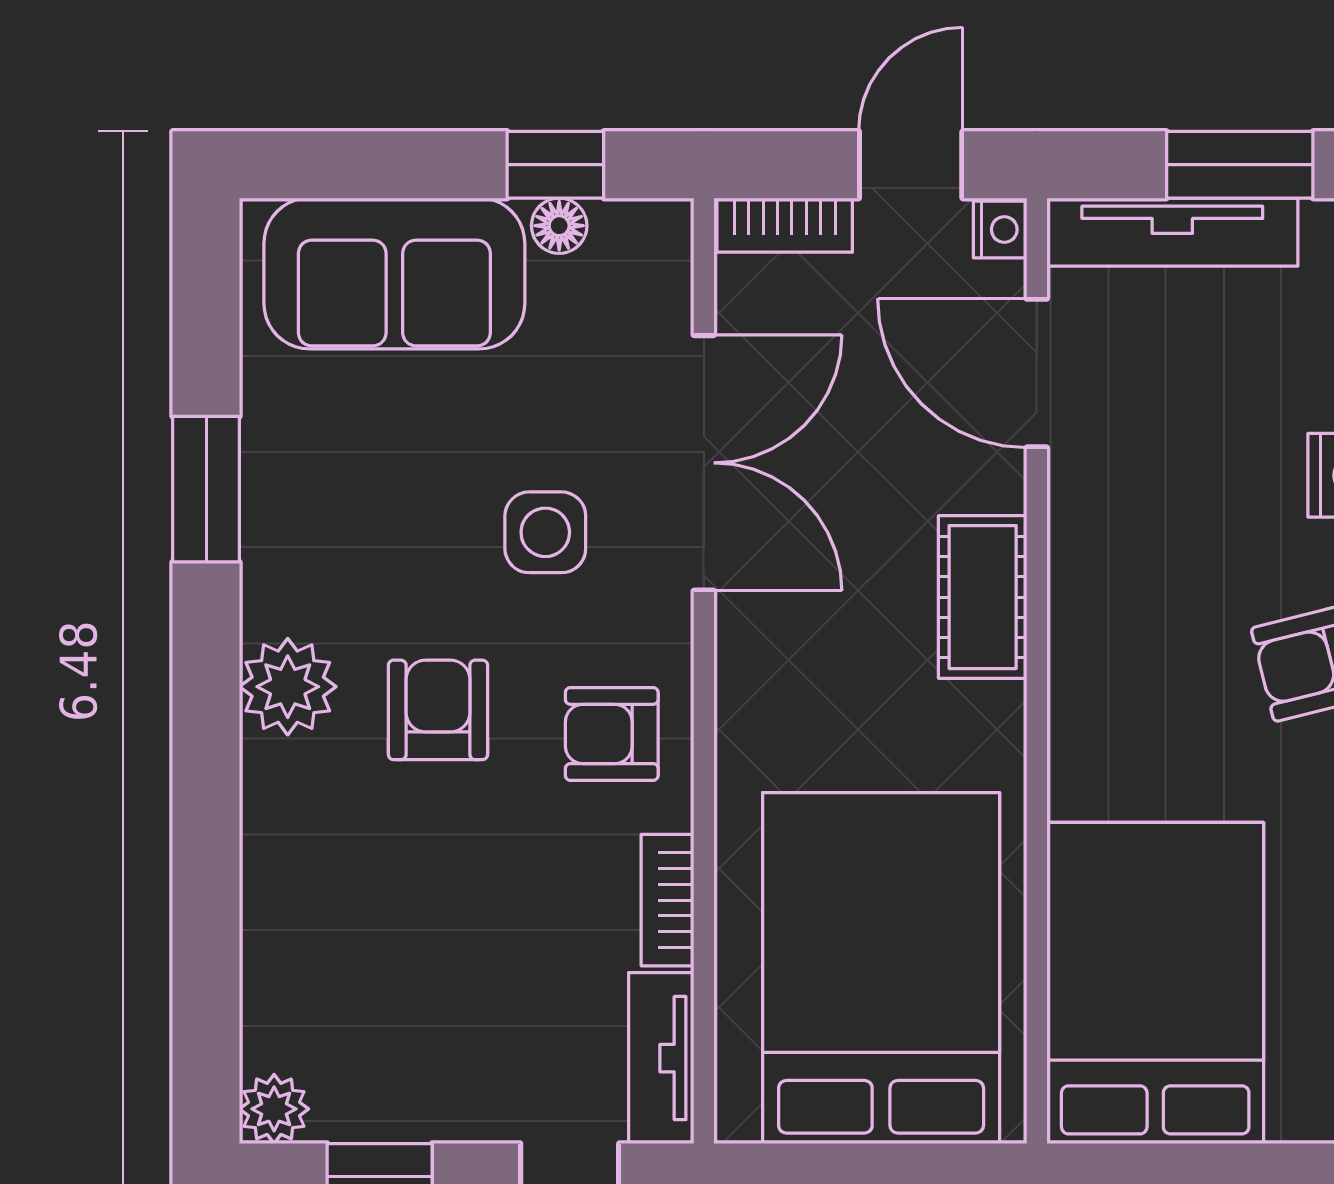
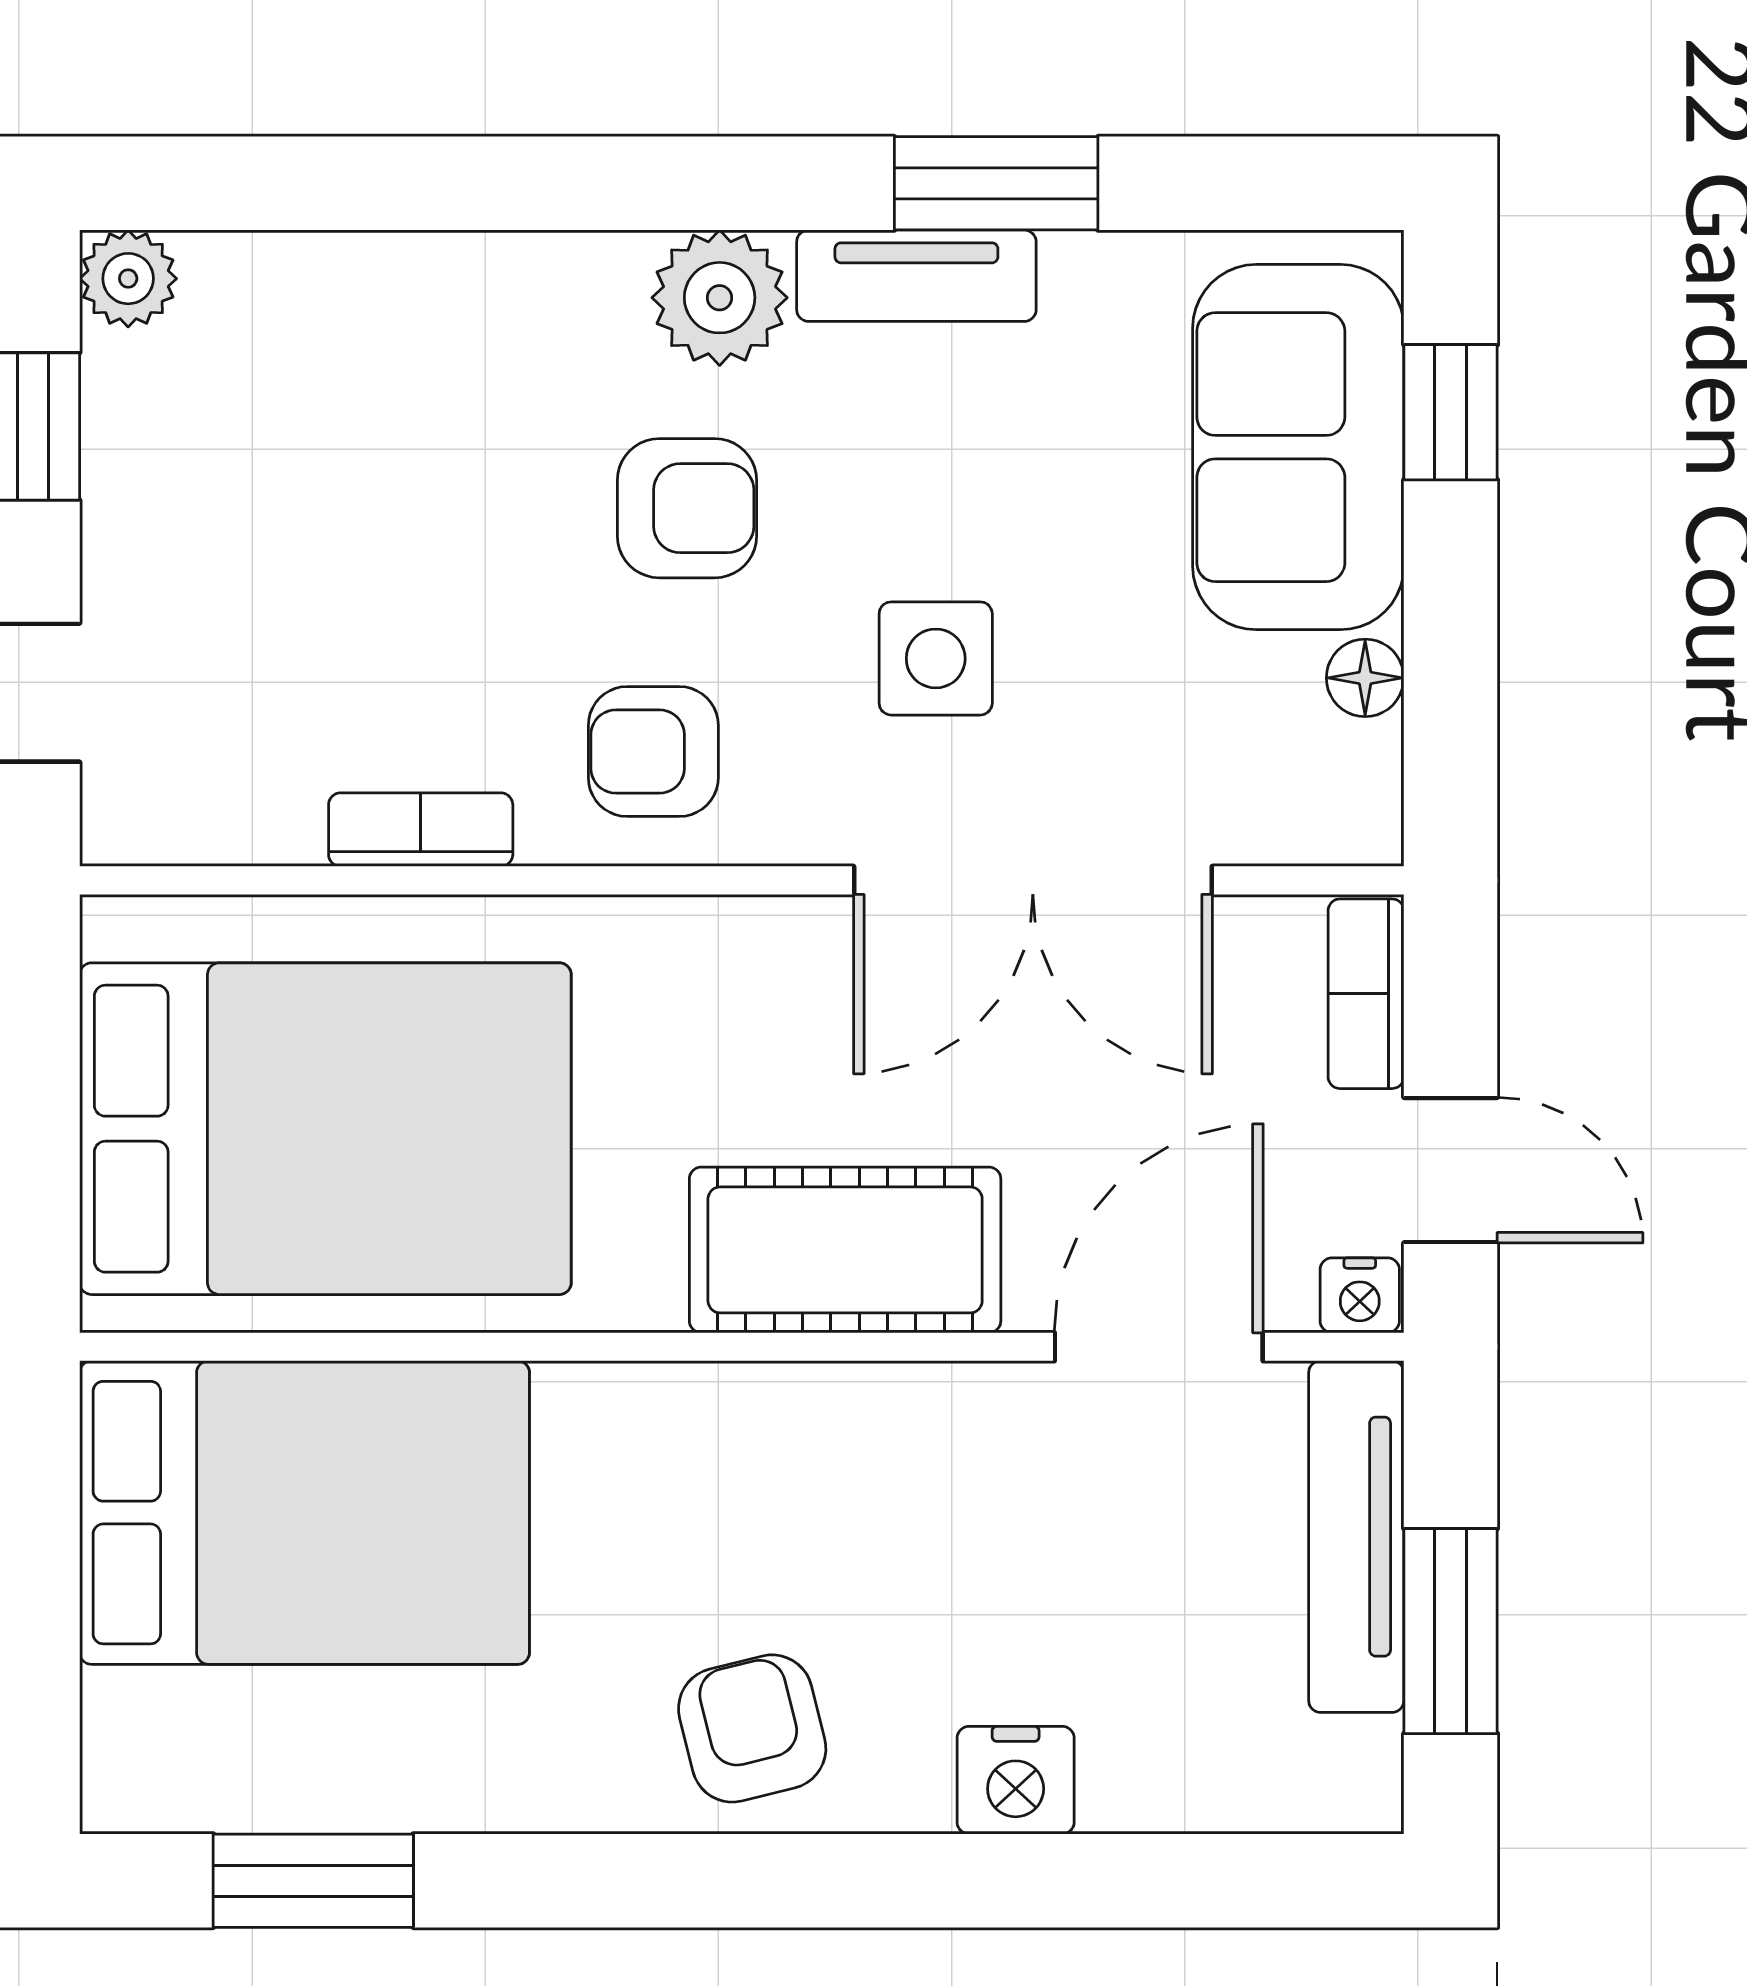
window: (555, 165) -> (1451, 412), moved
cot: (983, 597) -> (845, 1250), width x1.37, depth x1.34
armchair: (612, 734) -> (653, 752), turned -90
tv unit: (661, 1058) -> (916, 276), moved, turned 180

